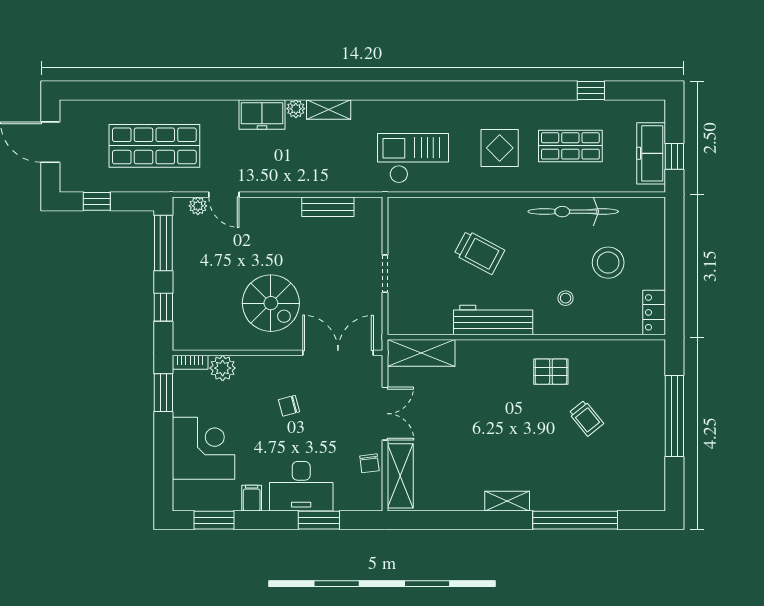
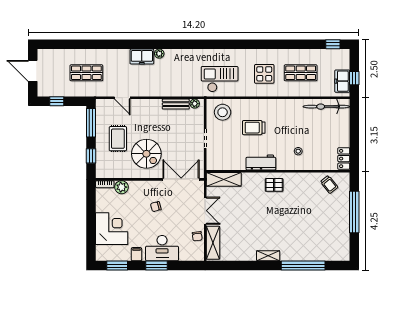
window: (591, 91) -> (333, 44), moved
shelving: (329, 109) -> (176, 54), removed
shop shelf: (154, 146) -> (86, 73), width x0.70, depth x0.74
freezer: (651, 153) -> (342, 81), width x0.71
plant: (198, 206) -> (195, 104), moved
bicycle: (573, 212) -> (326, 107), moved
trolley: (479, 252) -> (254, 128), turned 152
stool: (608, 263) -> (223, 112), moved
rug: (215, 274) -> (118, 139), added
workbench: (493, 320) -> (261, 162), width x0.73
pallet: (551, 372) -> (274, 185), moved
window: (163, 393) -> (91, 200), removed
trolley: (586, 418) -> (329, 184), moved
window: (319, 520) -> (157, 266), moved

